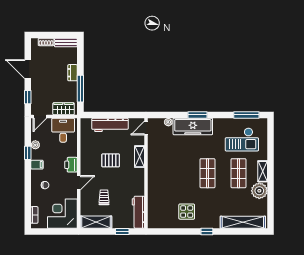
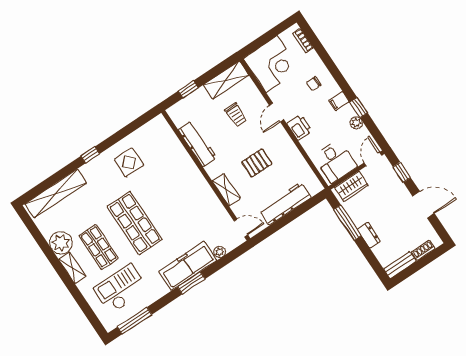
door: (146, 128) -> (241, 228), hinge flipped
shop shelf: (207, 173) -> (135, 223), width x1.43, depth x1.36
workbench: (138, 212) -> (197, 144), moved

